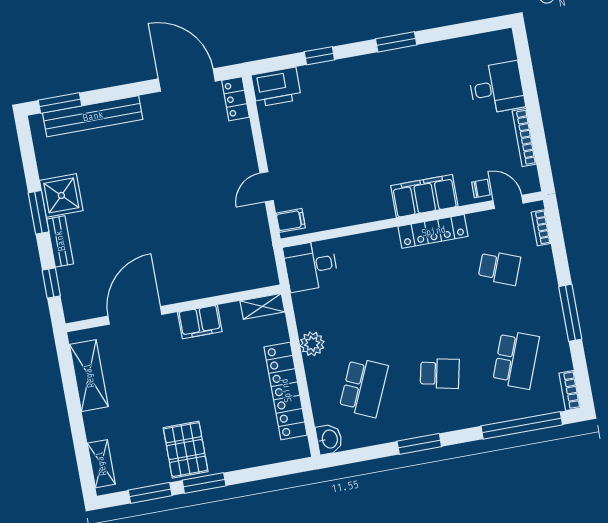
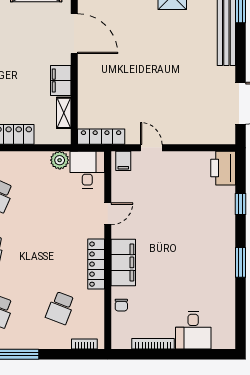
locker: (236, 99) -> (101, 137), moved, width x1.53
door: (508, 202) -> (108, 214), moved
shelving: (262, 306) -> (64, 113), moved
plant: (312, 344) -> (60, 160), moved

